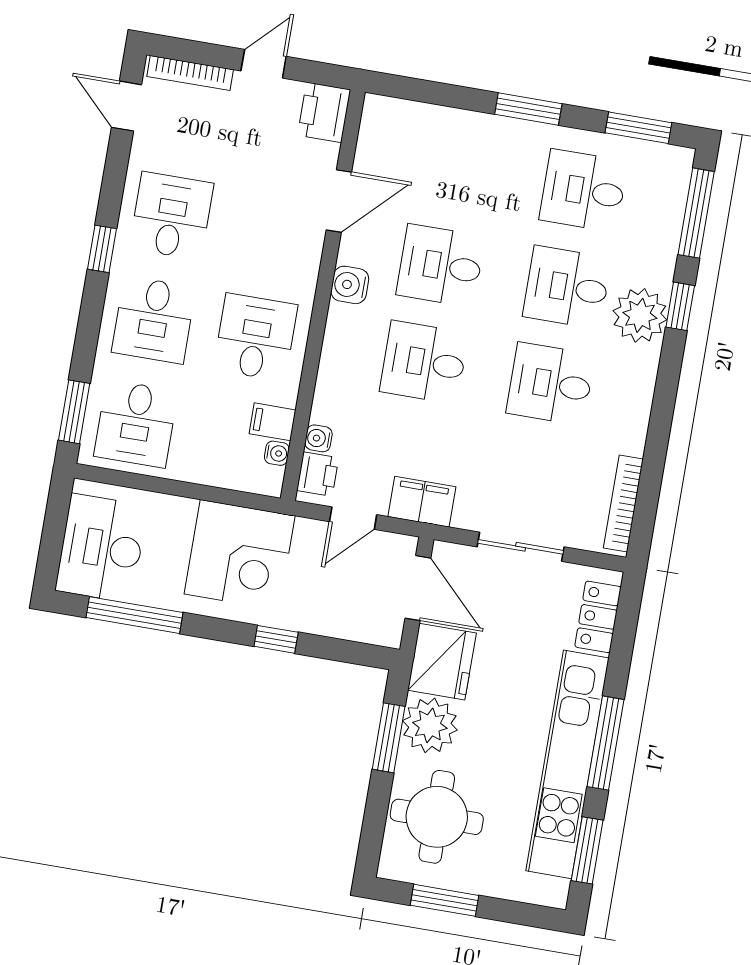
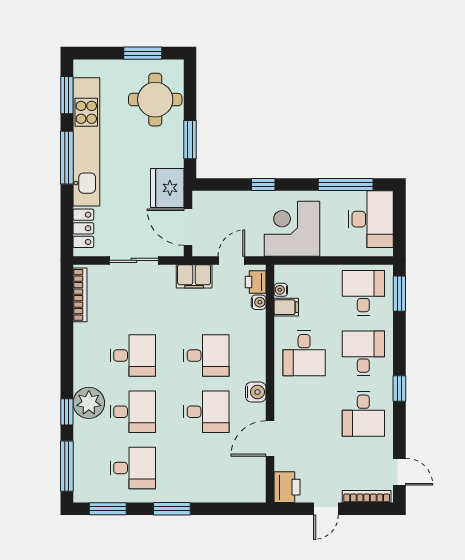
plant: (430, 725) -> (168, 151), removed

